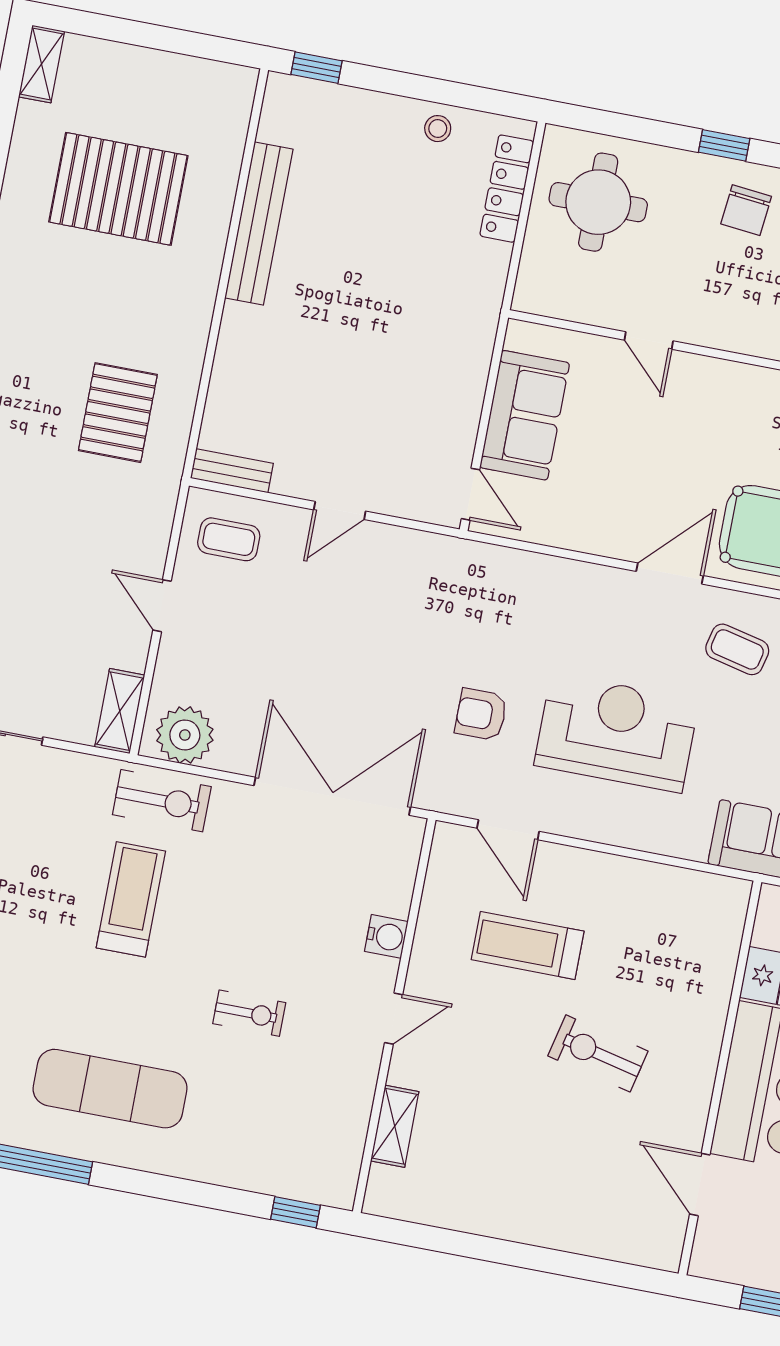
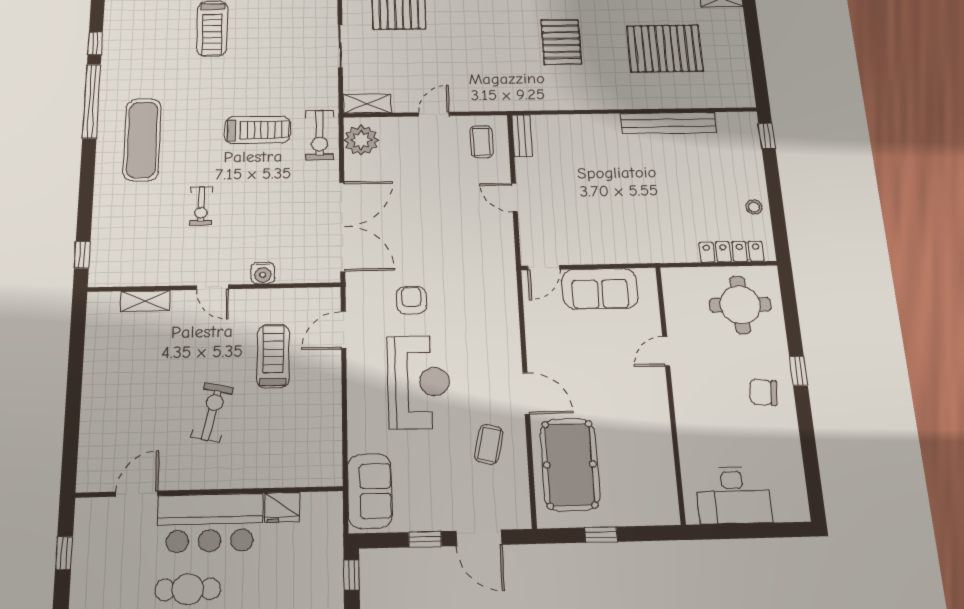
pallet: (118, 189) -> (665, 48), turned 90
pallet: (118, 413) -> (561, 42), moved, turned 90

